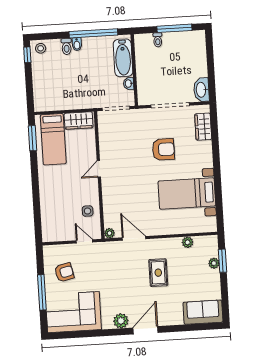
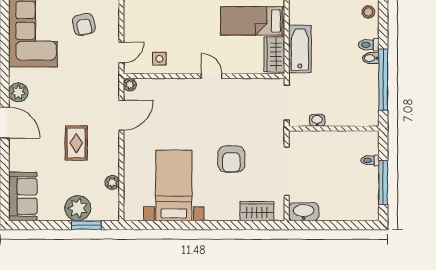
bathtub: (123, 58) -> (300, 49), moved, turned 90
plant: (214, 263) -> (78, 208), width x1.88, depth x1.88
rug: (158, 273) -> (76, 143), turned 90

